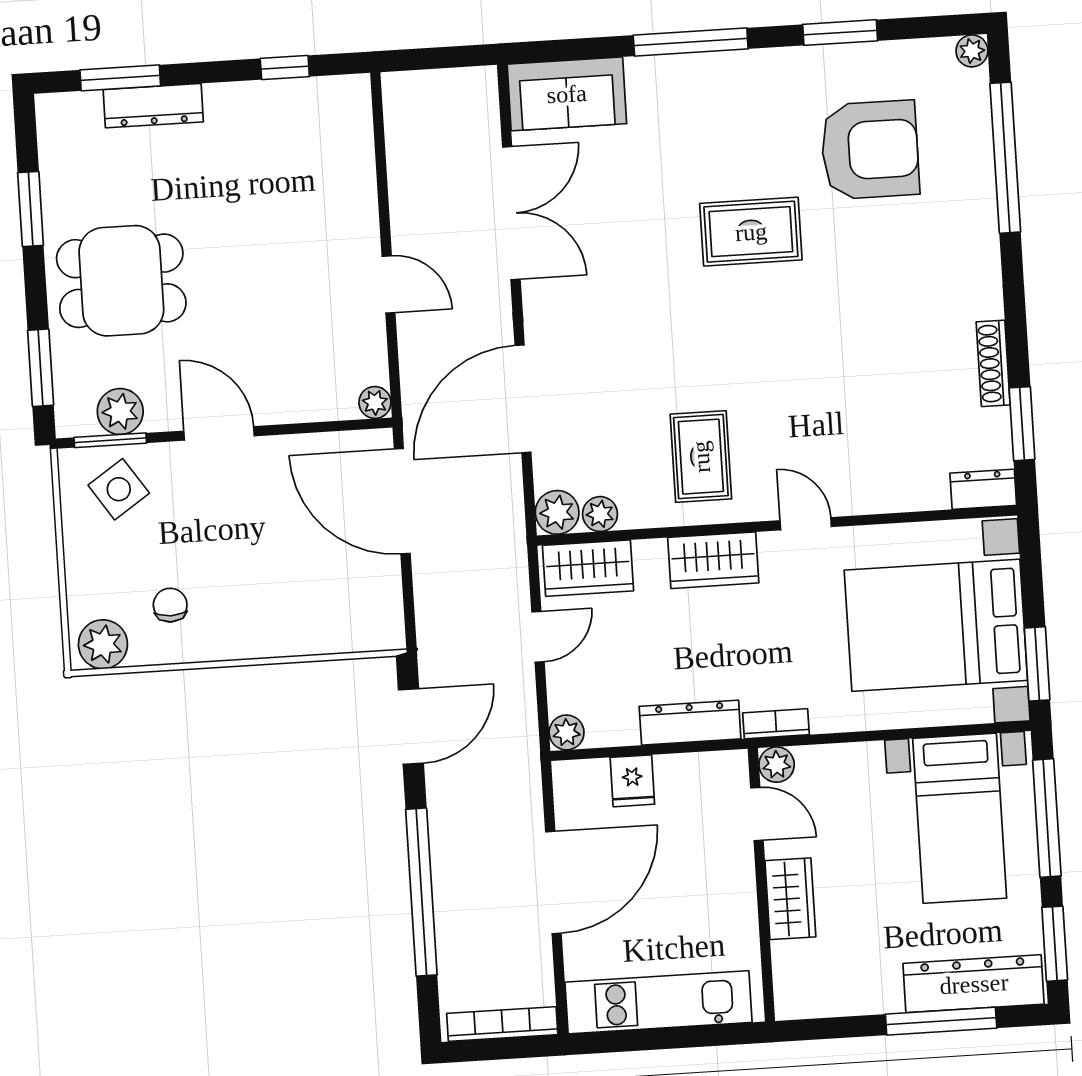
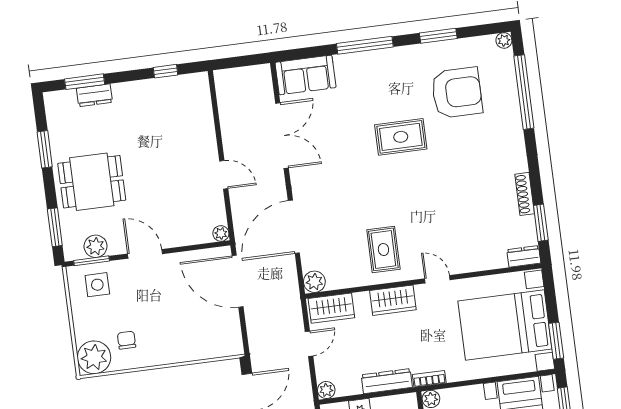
dresser: (153, 106) -> (94, 95), width x0.70
side table: (119, 489) -> (97, 285), turned 34
plant: (600, 514) -> (336, 281), removed
plant: (103, 644) -> (94, 357), width x1.36, depth x1.36

